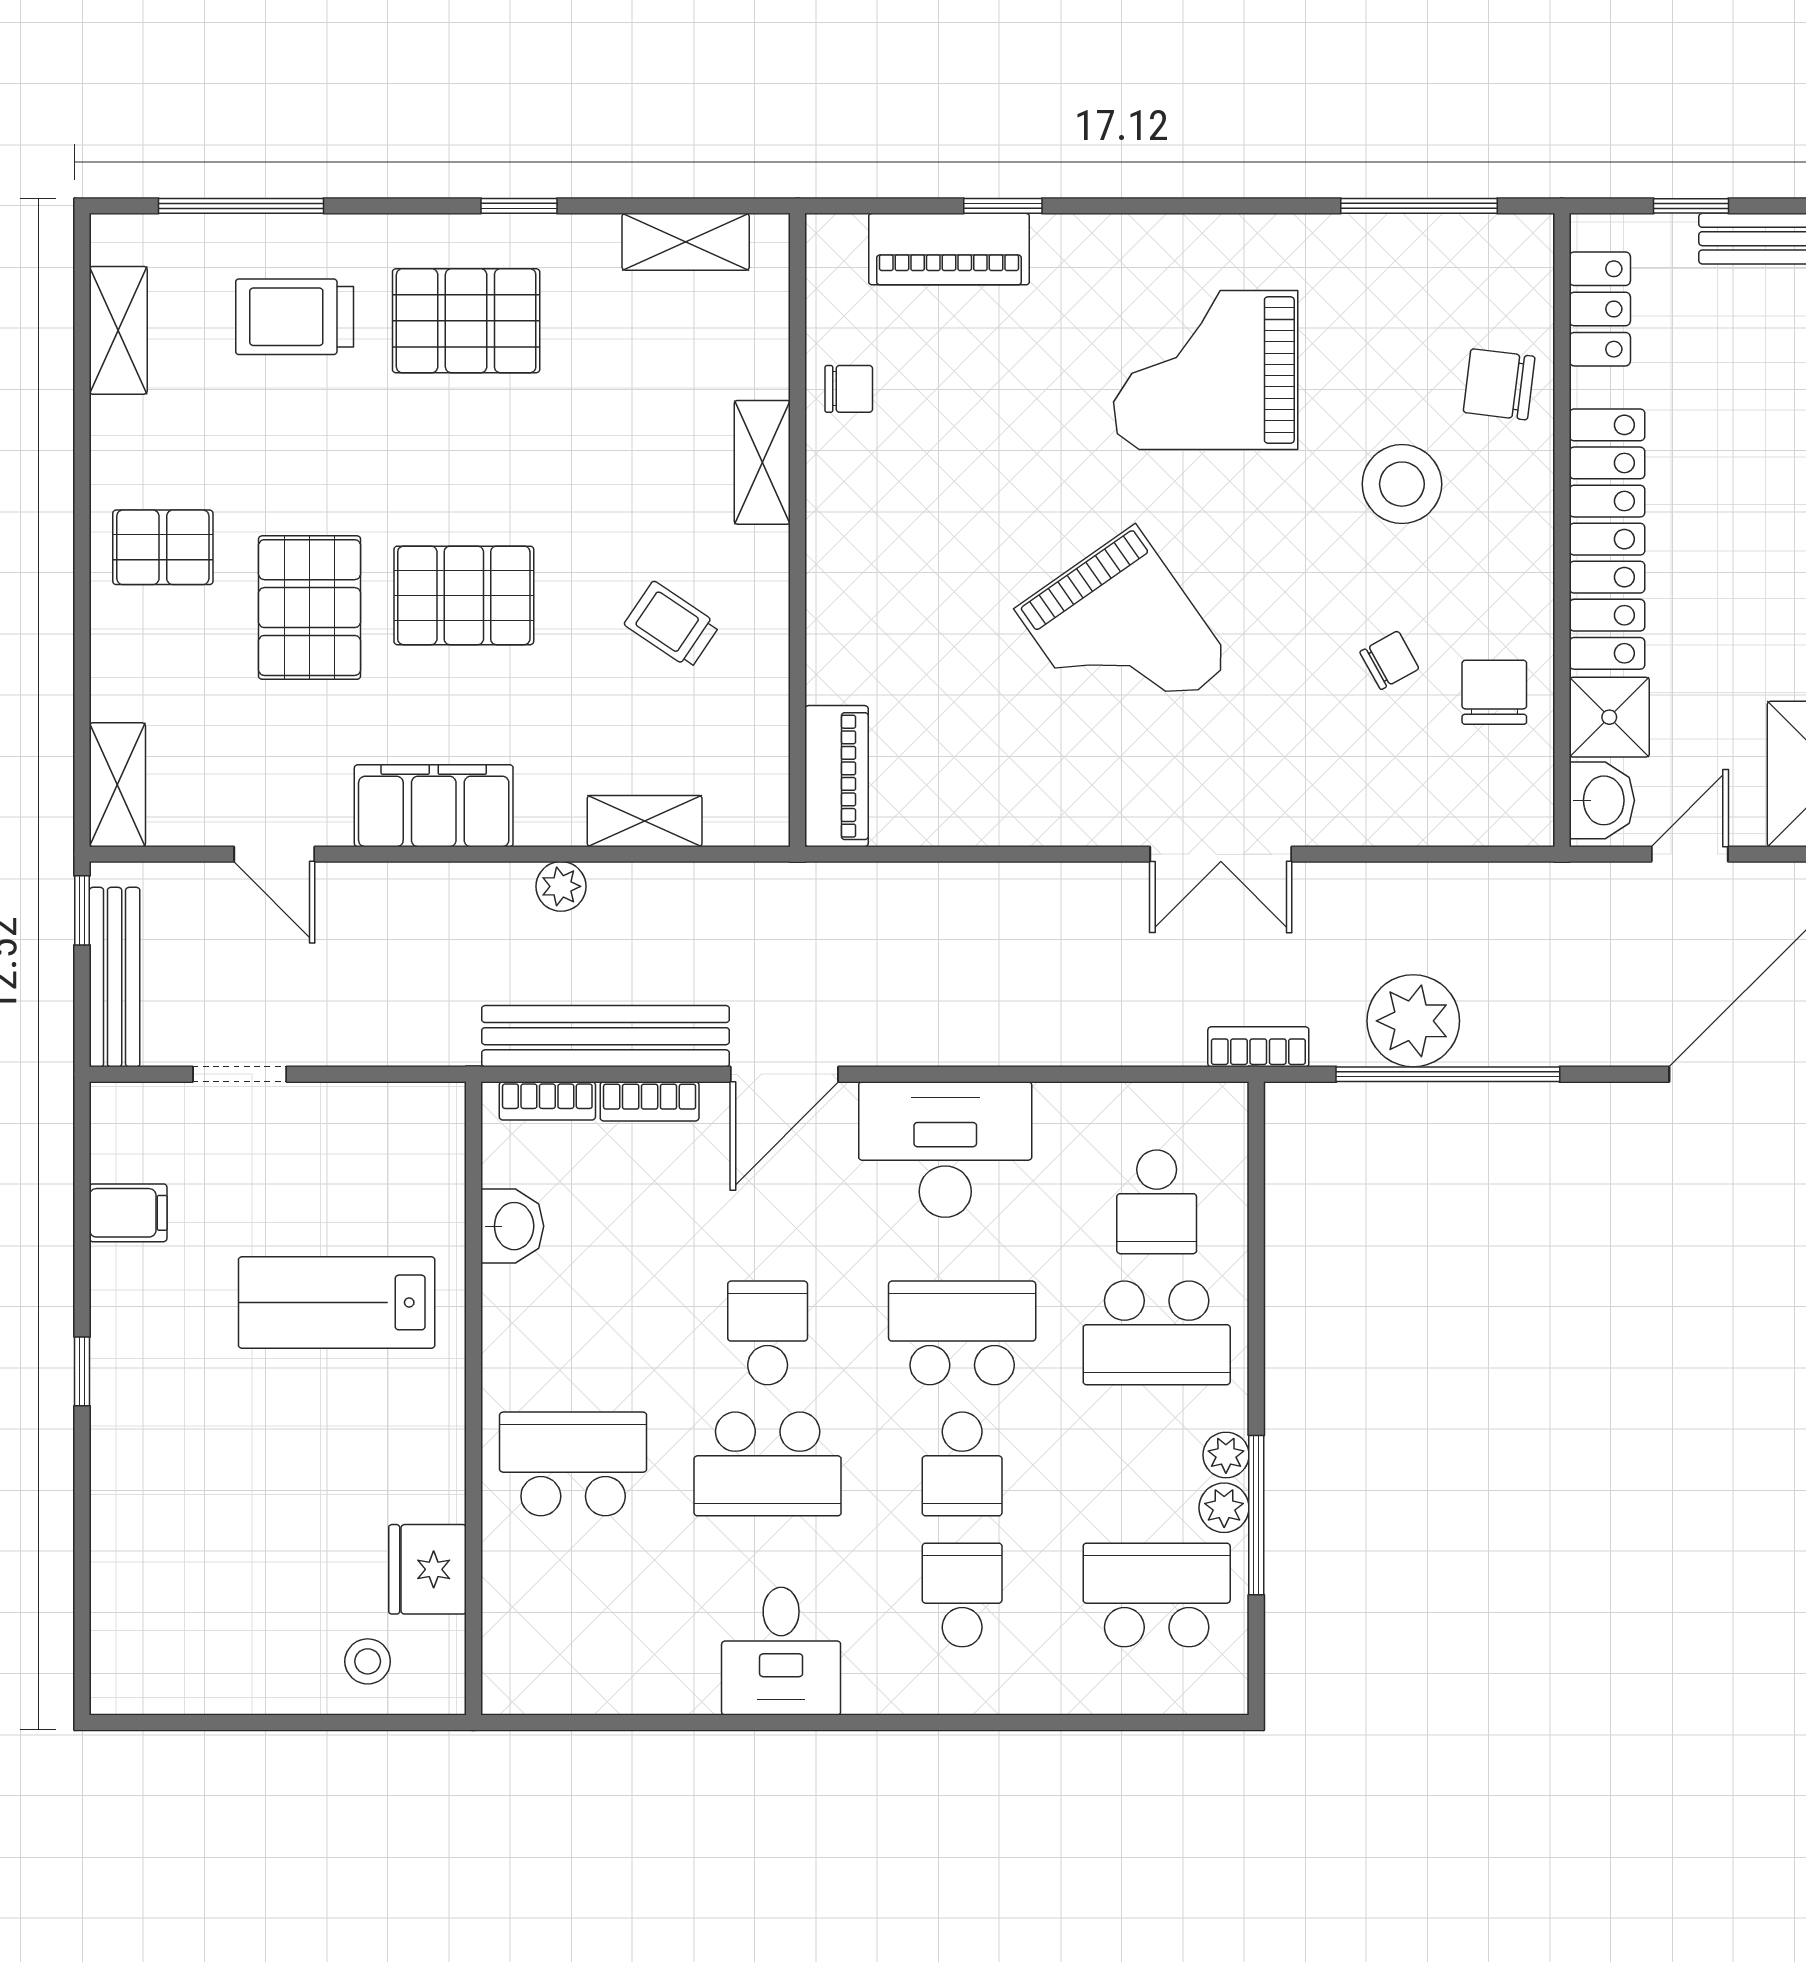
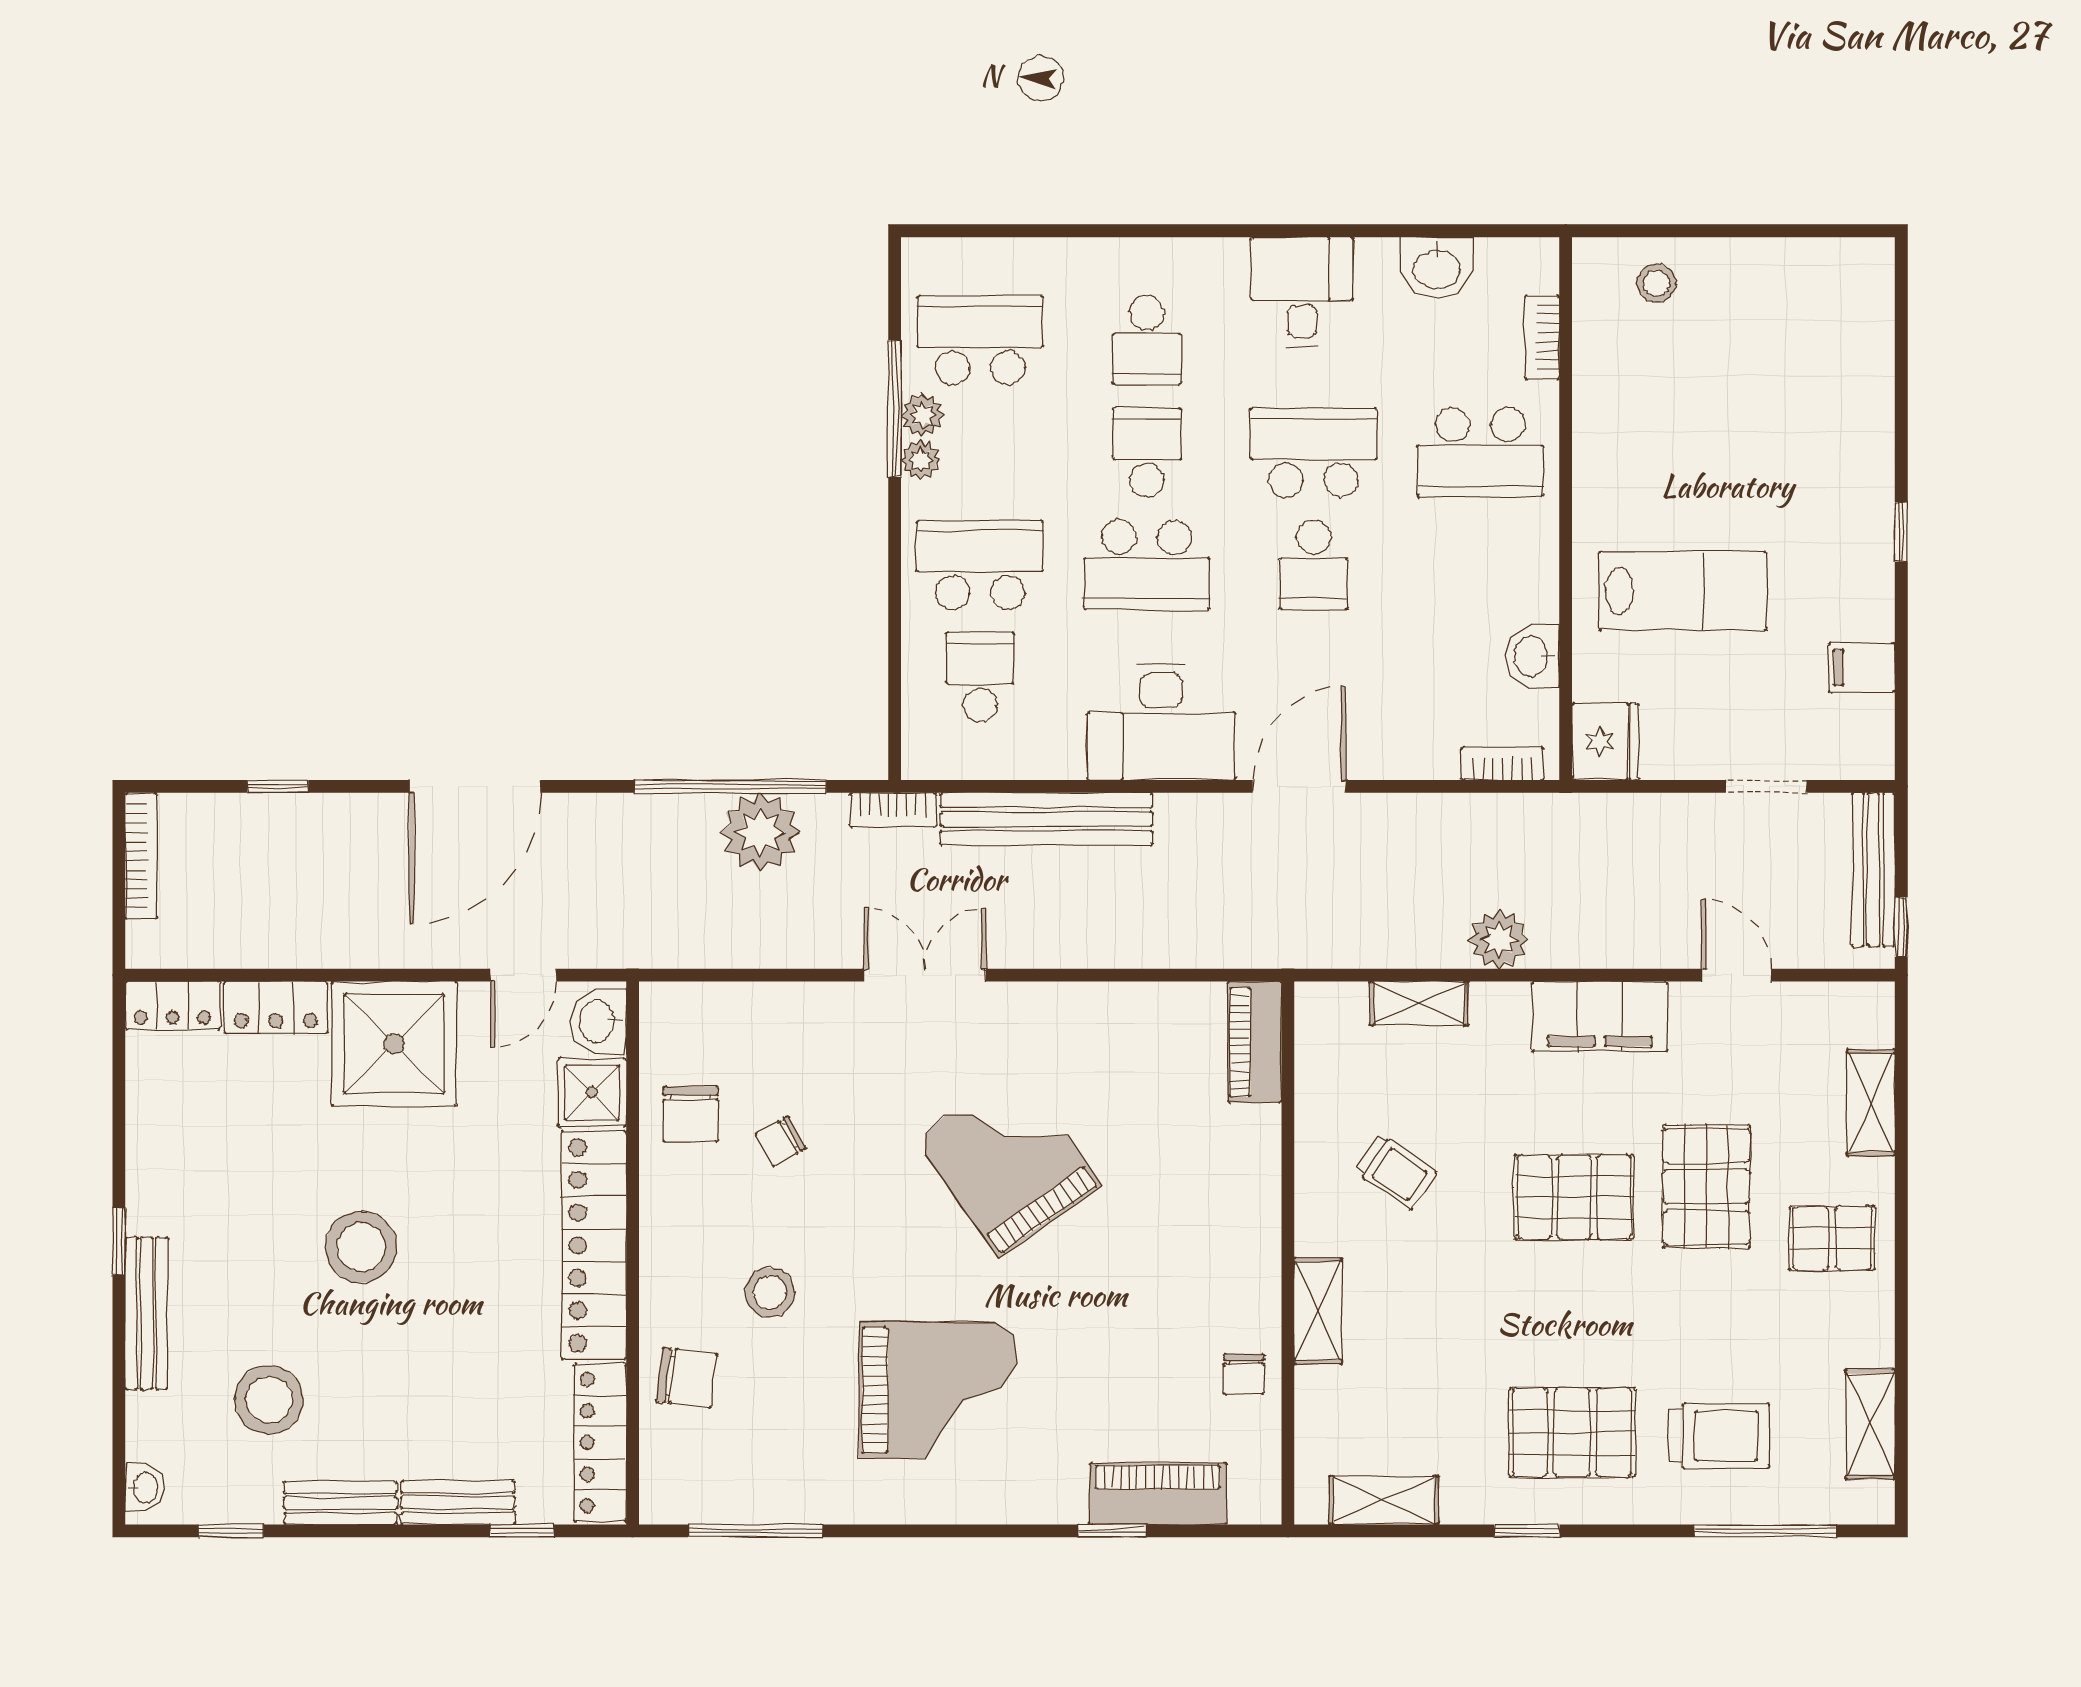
locker: (1600, 309) -> (600, 1442), width x1.53
chair: (849, 389) -> (1244, 1374), turned -90
stool: (1402, 484) -> (770, 1292), width x0.73, depth x0.73
shelving: (117, 785) -> (1871, 1102), moved
plant: (561, 886) -> (1499, 939), width x1.38, depth x1.38
bench: (606, 1036) -> (1046, 819), moved
bookcase: (650, 1101) -> (1543, 337), moved, turned -90
fridge: (427, 1569) -> (1605, 742), moved
school desk: (1157, 1595) -> (980, 340), turned 180
washbasin: (624, 1679) -> (1437, 268), added

